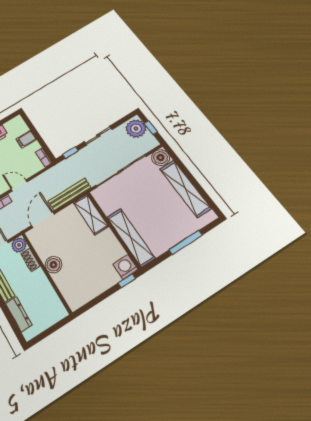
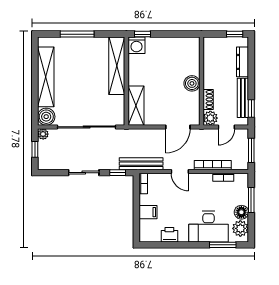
plant: (136, 129) -> (43, 134), moved, width x0.53, depth x0.53
bench: (70, 194) -> (141, 164), moved
window: (41, 336) -> (235, 34), added

